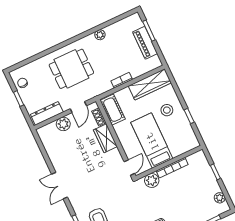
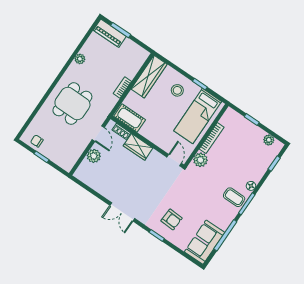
piano: (145, 43) -> (110, 33), moved
dresser: (47, 113) -> (74, 155), removed
bed: (152, 141) -> (198, 116), moved, turned -90

